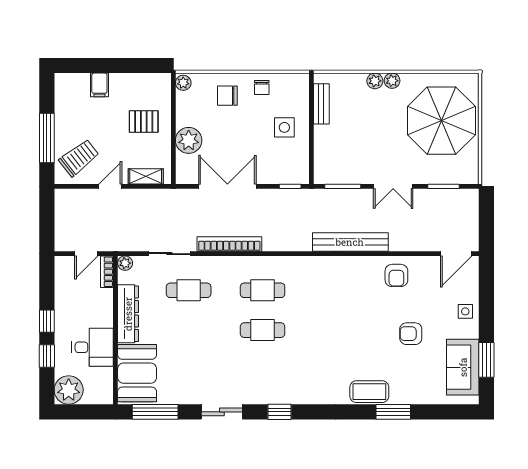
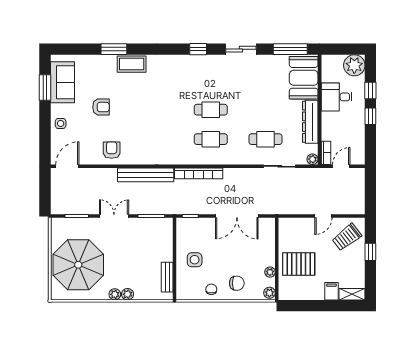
pallet: (144, 122) -> (299, 264), width x1.50, depth x1.42
window: (47, 138) -> (370, 252), width x0.46
plant: (189, 140) -> (270, 272), moved, width x0.53, depth x0.53
shelving: (146, 176) -> (352, 294), moved
bookcase: (229, 244) -> (199, 173), moved

